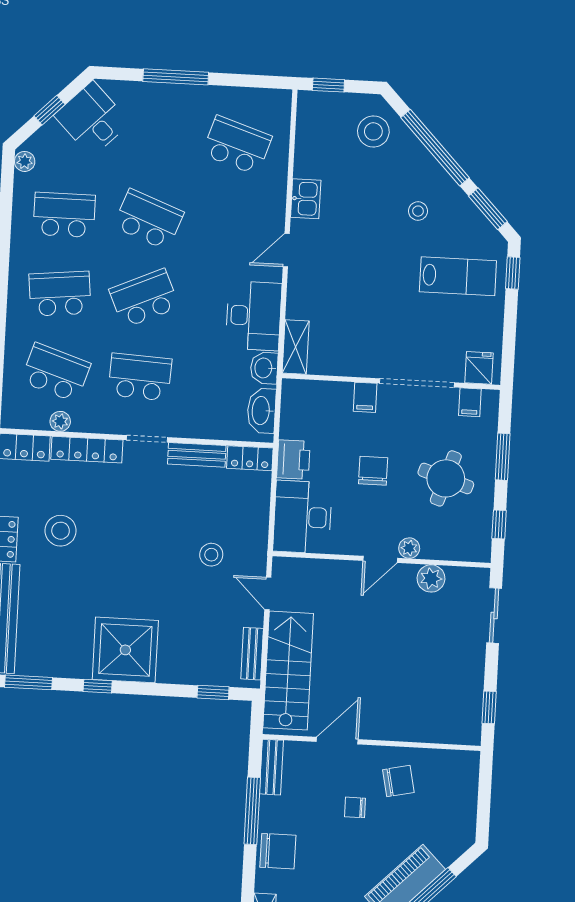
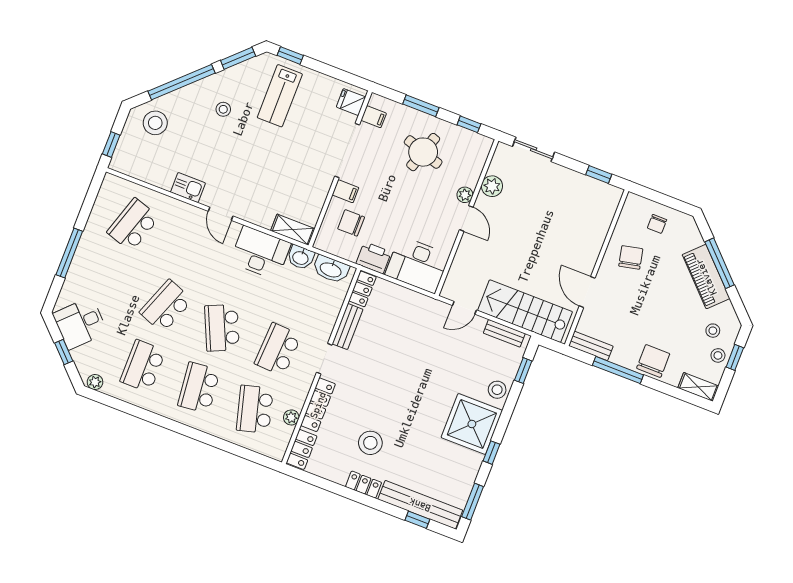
lab bench: (458, 276) -> (280, 96), turned 180
school desk: (56, 372) -> (255, 409), turned -33
chair: (373, 471) -> (351, 223), moved
stool: (211, 555) -> (497, 390), moved
chair: (355, 807) -> (657, 224), moved

